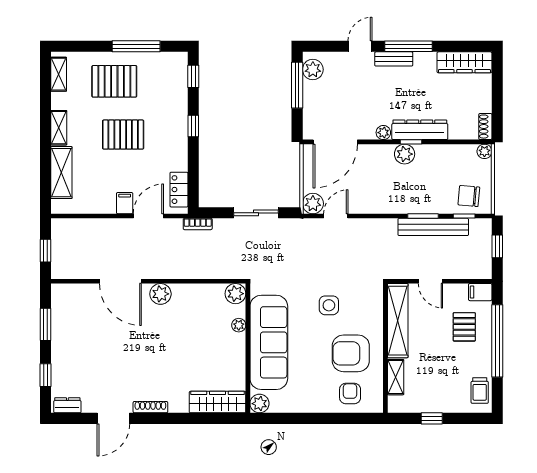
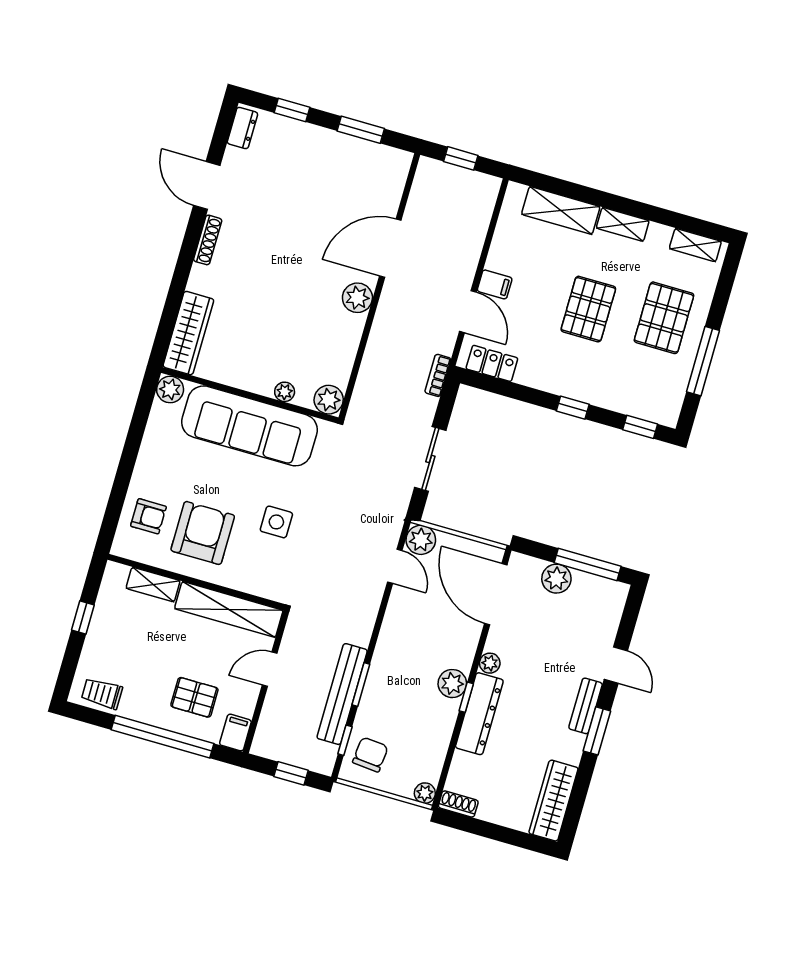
window: (409, 46) -> (597, 731), width x0.69
plant: (313, 70) -> (556, 579), moved

